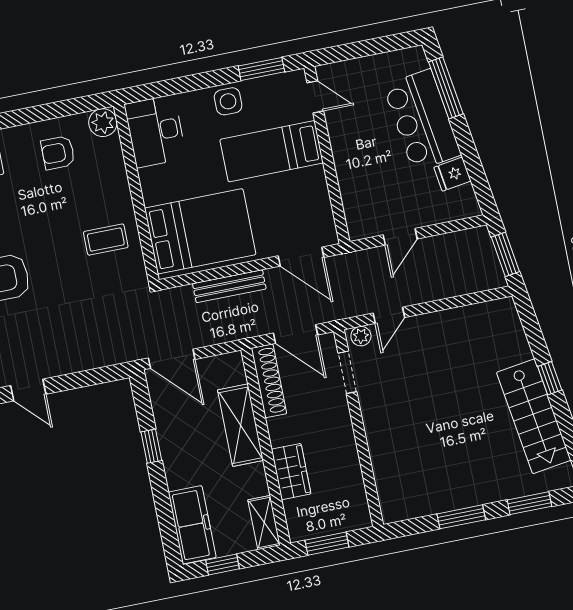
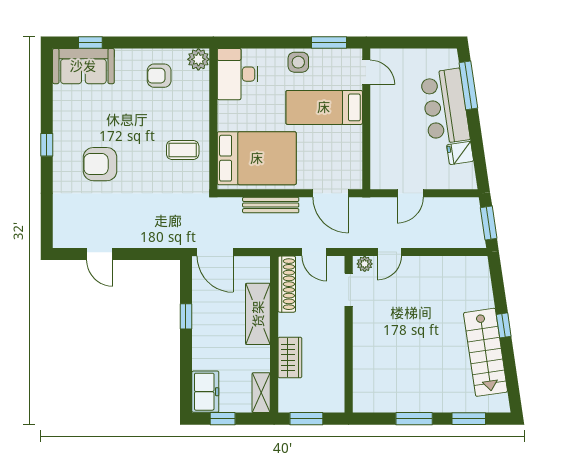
door: (295, 334) -> (314, 252), width x0.73
freezer: (192, 525) -> (205, 392), width x0.71

